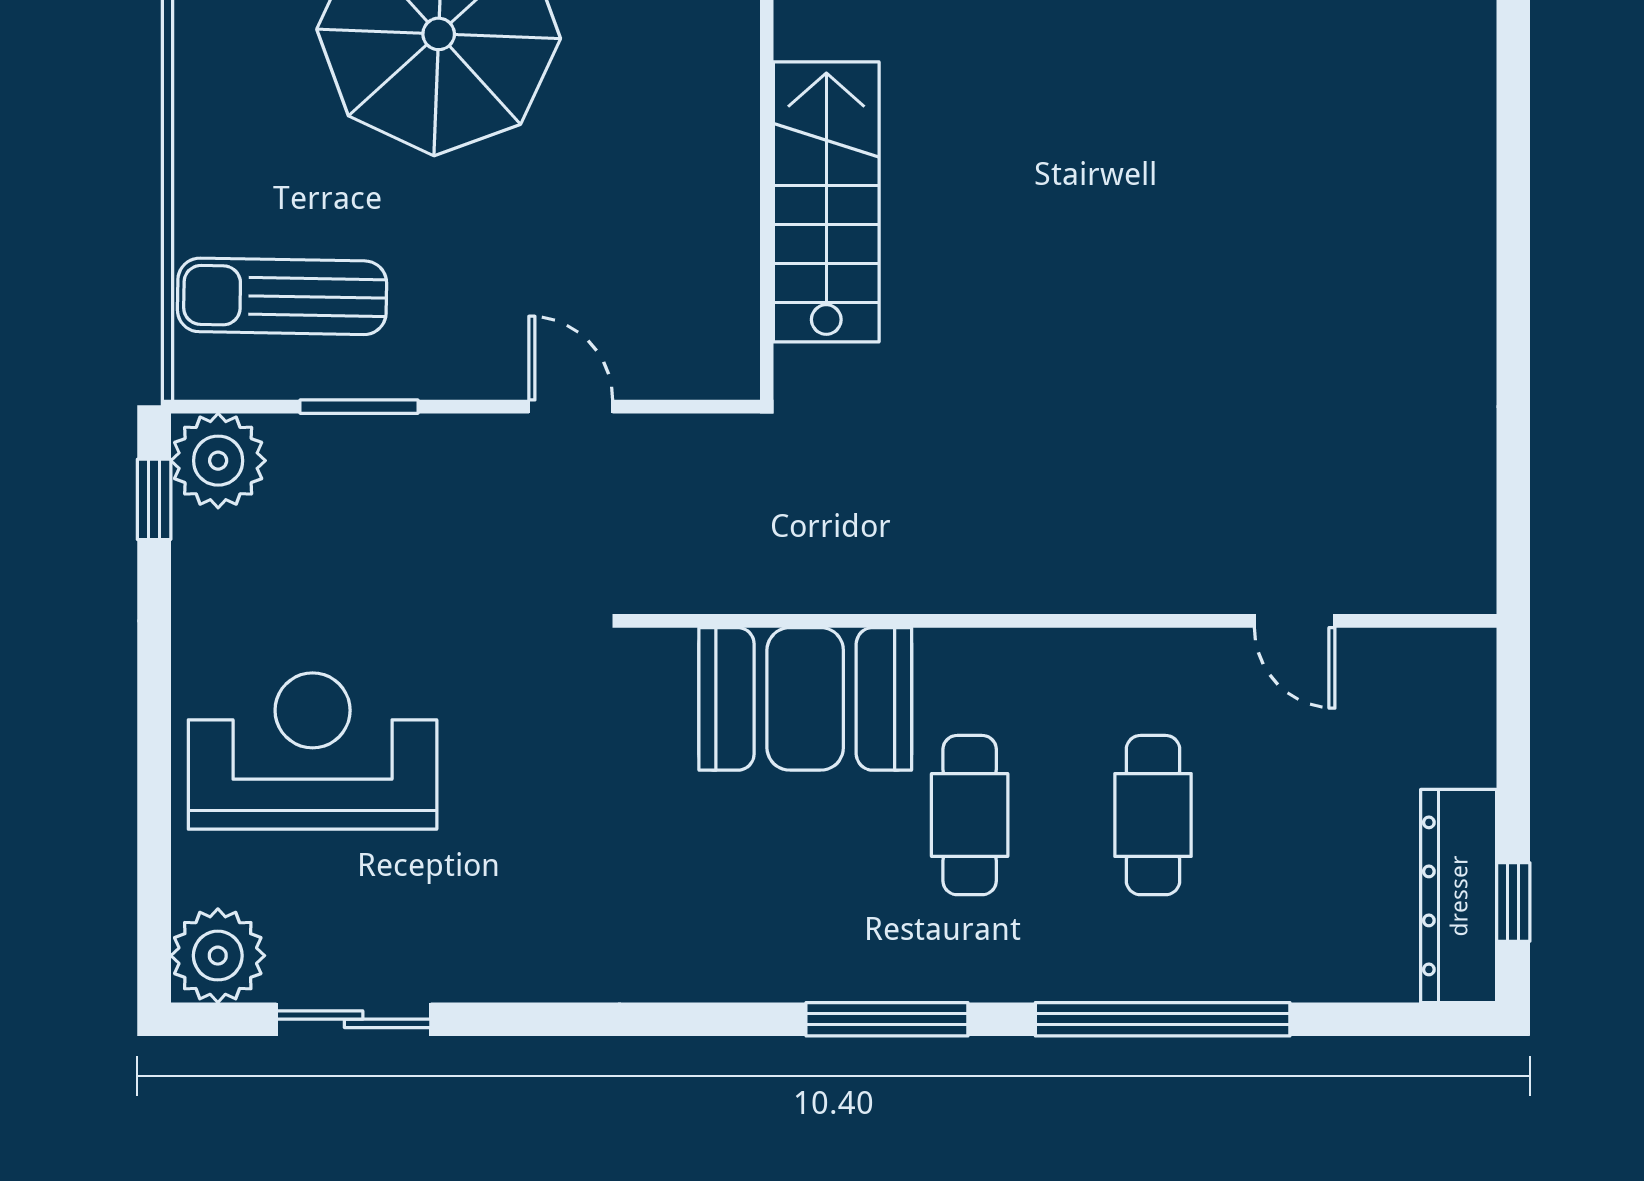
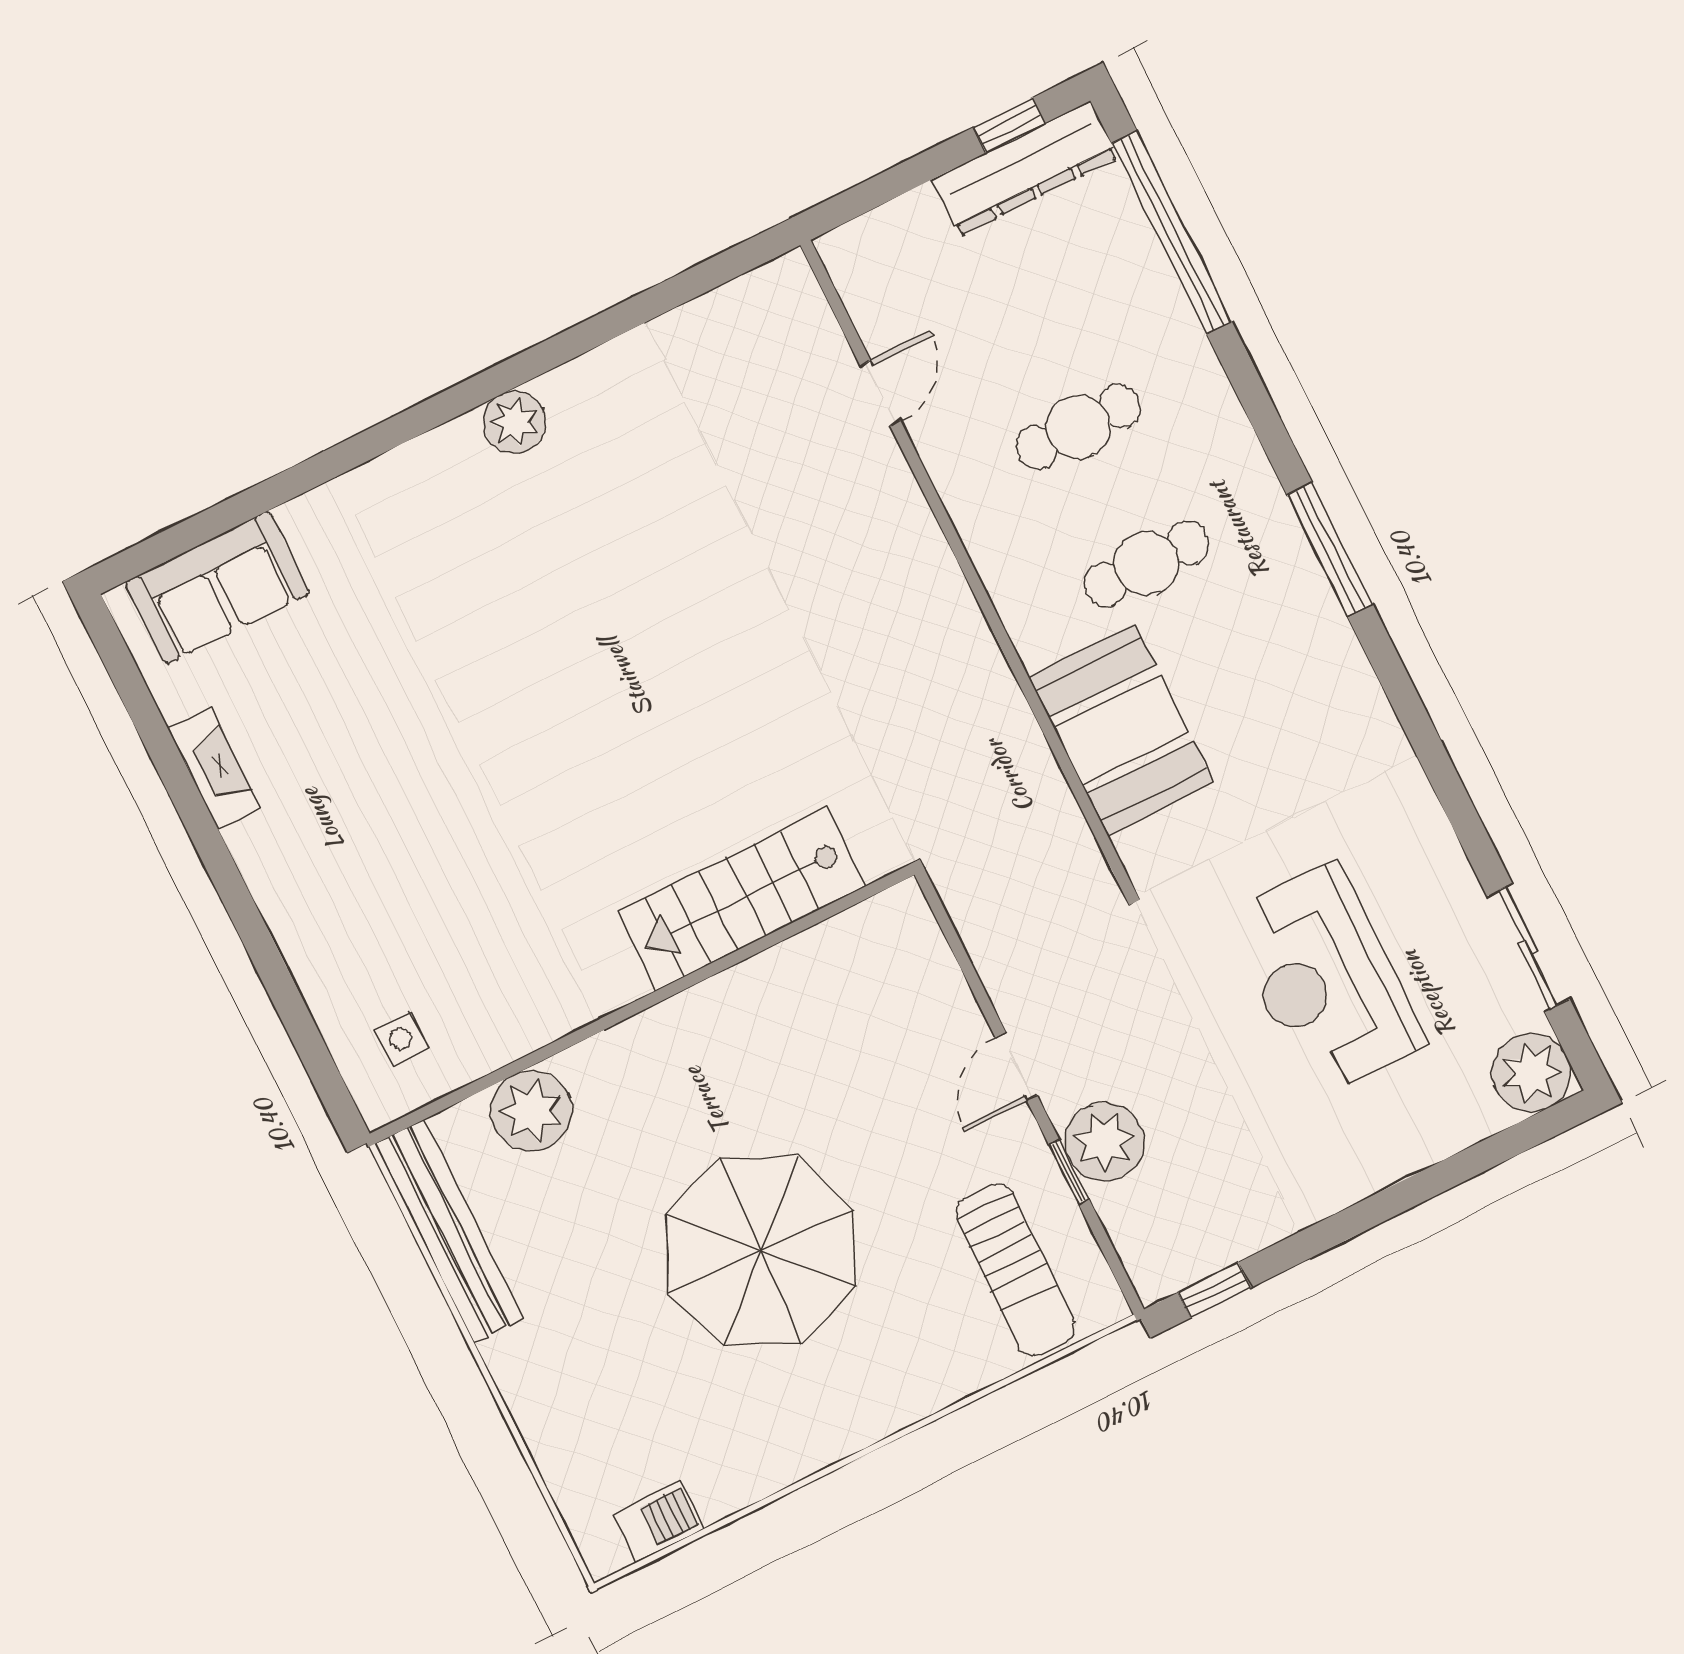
plant: (1459, 213) -> (514, 422), added
window: (359, 407) -> (1069, 1172), width x0.67
door: (571, 407) -> (1016, 1066), moved
plant: (218, 461) -> (1104, 1142), moved
reception desk: (313, 751) -> (1326, 980), moved
window: (1163, 1019) -> (1172, 232), moved

